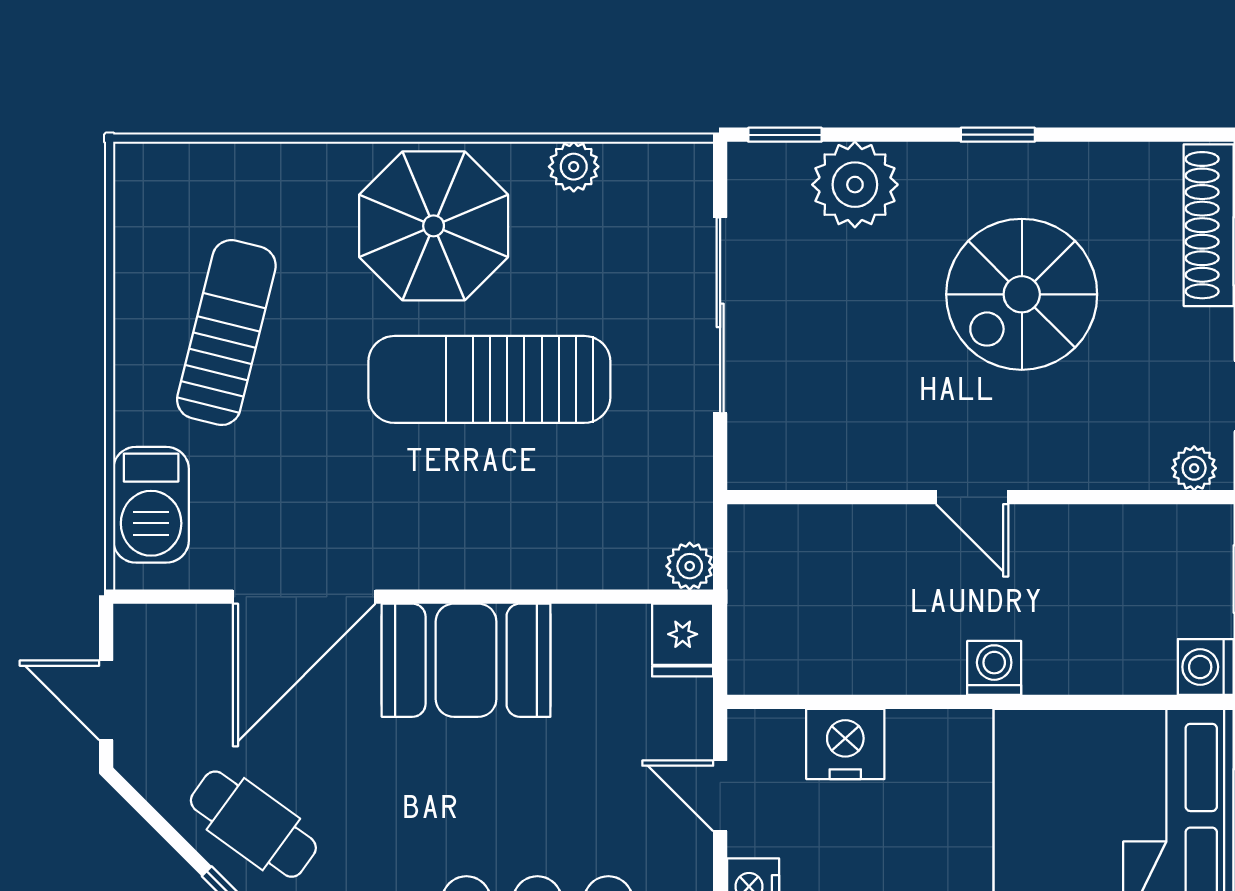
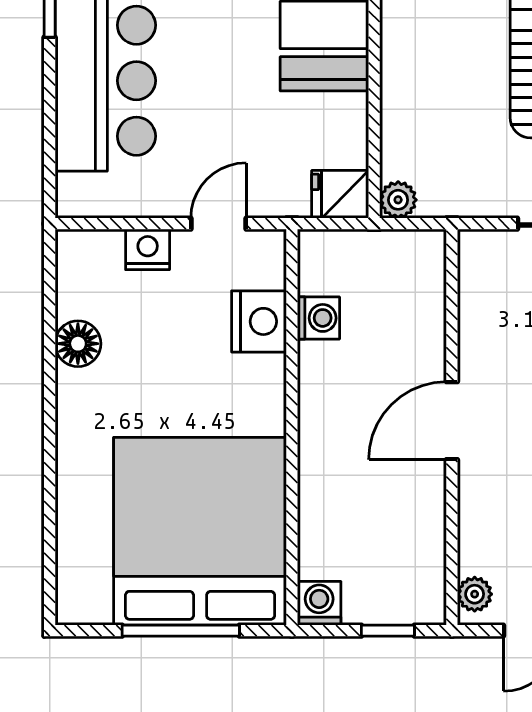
door: (972, 497) -> (452, 421), width x1.38
washing machine: (994, 668) -> (318, 318), moved

